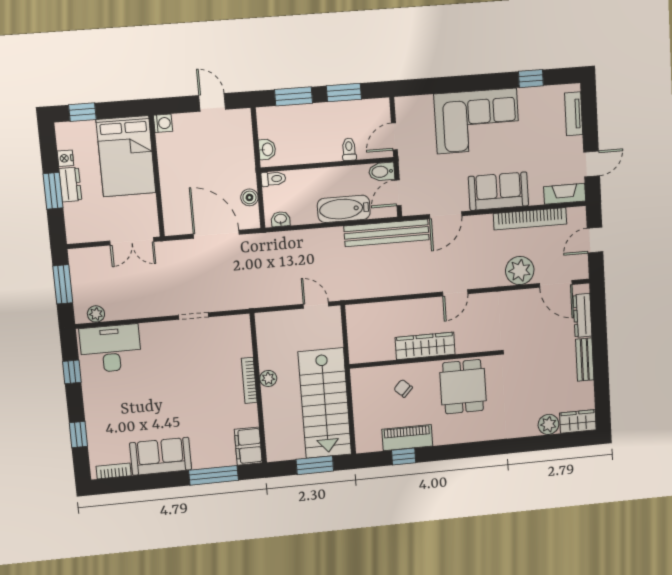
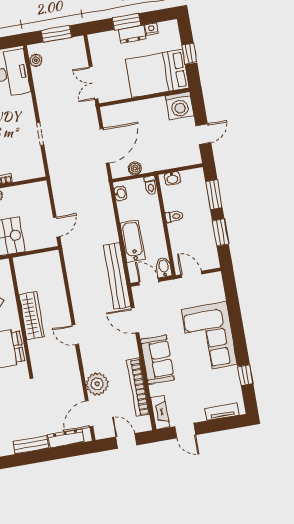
window: (82, 112) -> (189, 54), moved
washing machine: (163, 123) -> (180, 106), width x1.89, depth x1.89
toilet: (349, 149) -> (174, 216), moved

